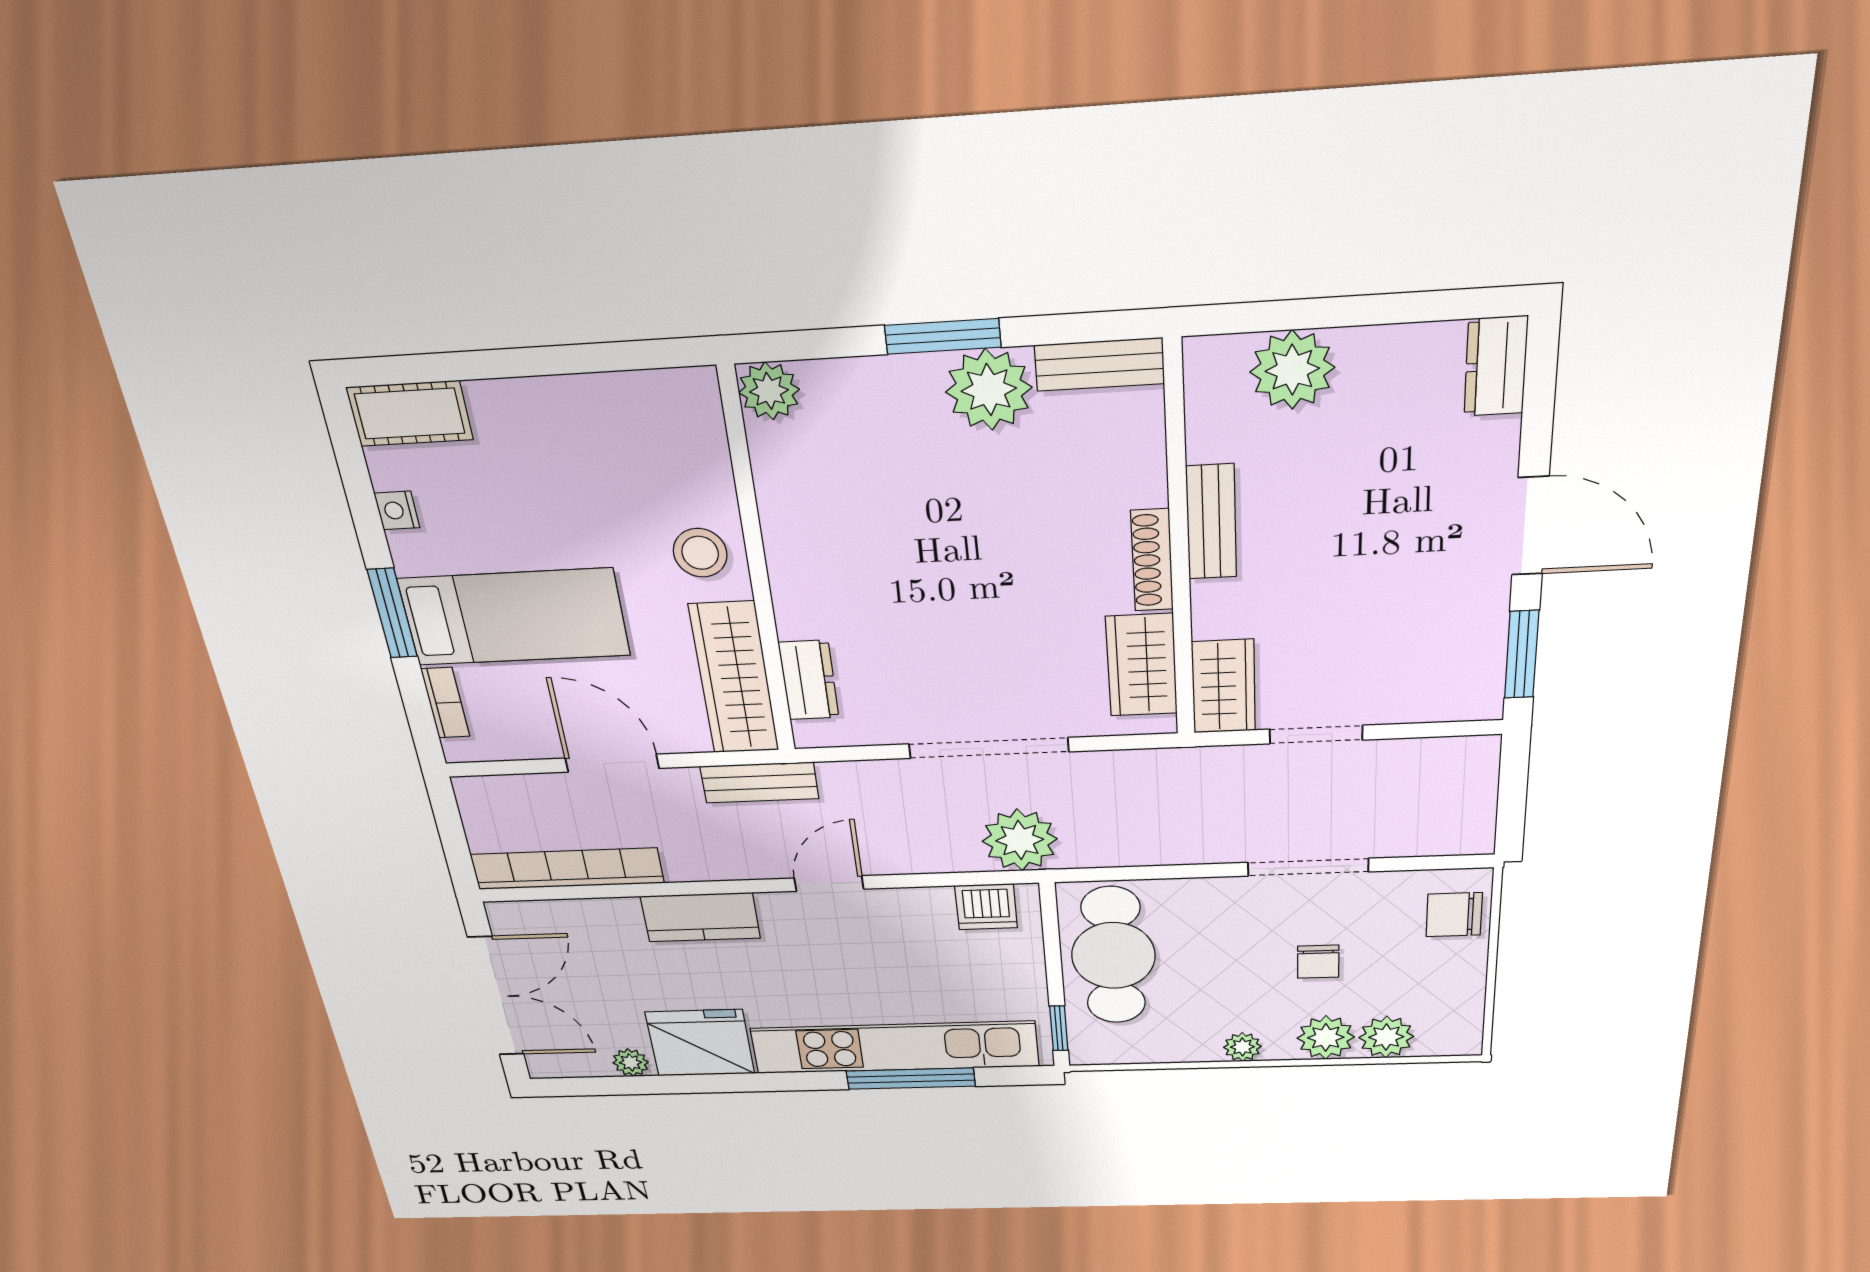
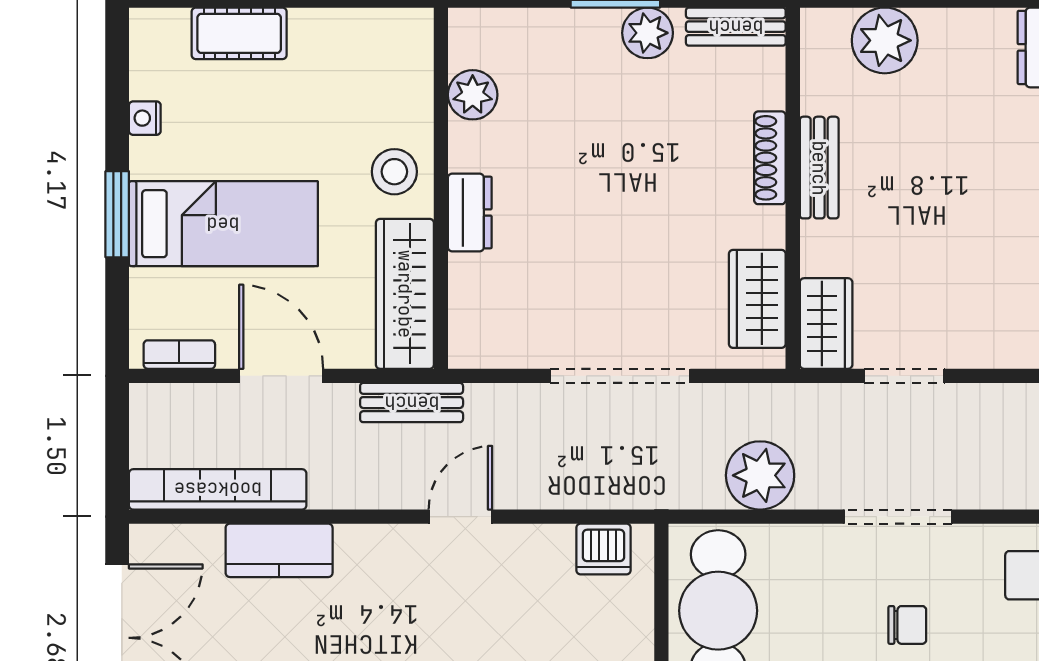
plant: (989, 390) -> (648, 33), width x0.73, depth x0.73
plant: (769, 391) -> (473, 95), moved
cot: (410, 414) -> (239, 33), moved
shoe rack: (1152, 560) -> (770, 158), moved
dresser: (809, 680) -> (470, 212), moved
bookcase: (445, 703) -> (179, 355), moved, turned -90
plant: (1020, 840) -> (760, 475), moved
kitchen counter: (700, 917) -> (279, 550), moved
chair: (1318, 962) -> (907, 625), turned -90

